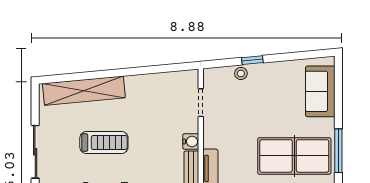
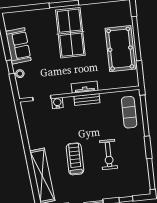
sofa: (320, 91) -> (18, 46), moved, turned -95
water cooler: (191, 141) -> (57, 103), moved

